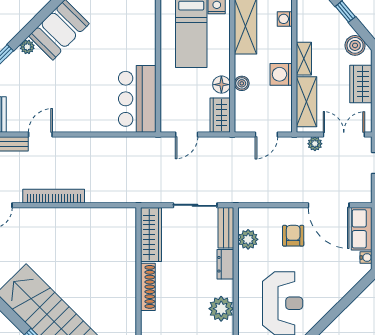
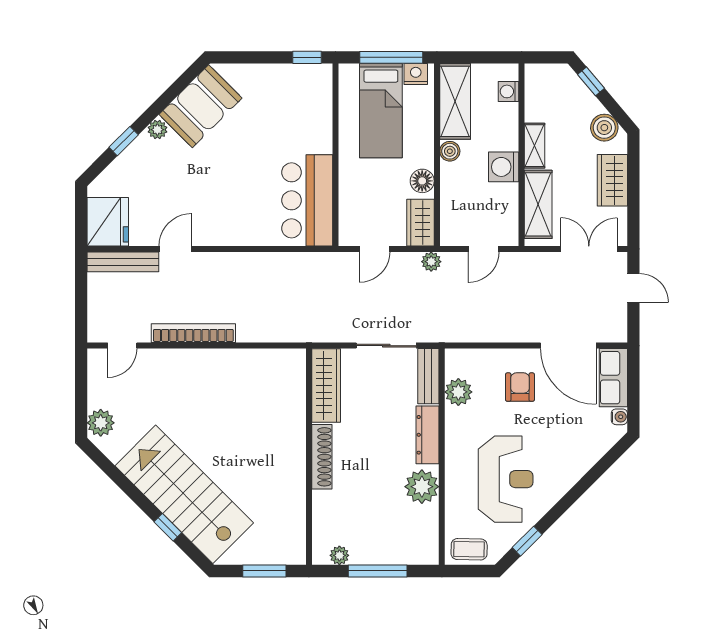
boiler: (242, 83) -> (450, 151), moved
plant: (315, 144) -> (431, 262), moved
dresser: (225, 264) -> (428, 435), width x1.44

